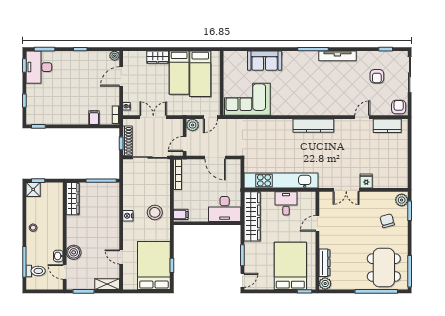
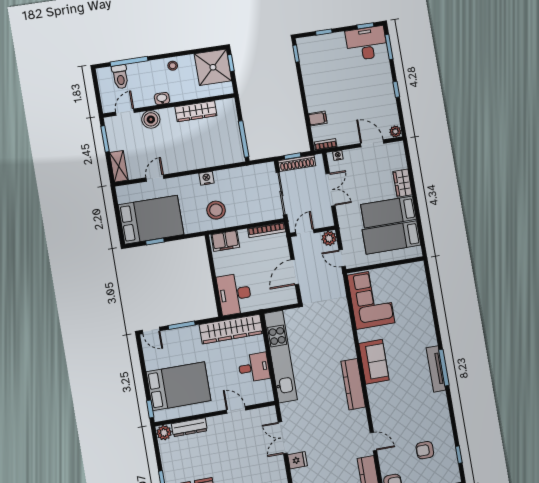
tv unit: (337, 56) -> (436, 369), moved
sofa: (265, 61) -> (374, 362), moved, turned 180
door: (185, 144) -> (305, 233), hinge flipped
shower: (33, 189) -> (213, 67), width x1.86, depth x1.86
wardrobe: (73, 199) -> (196, 111), moved
filing cabinet: (181, 214) -> (225, 241), width x2.00
washbasin: (58, 256) -> (162, 99), moved

